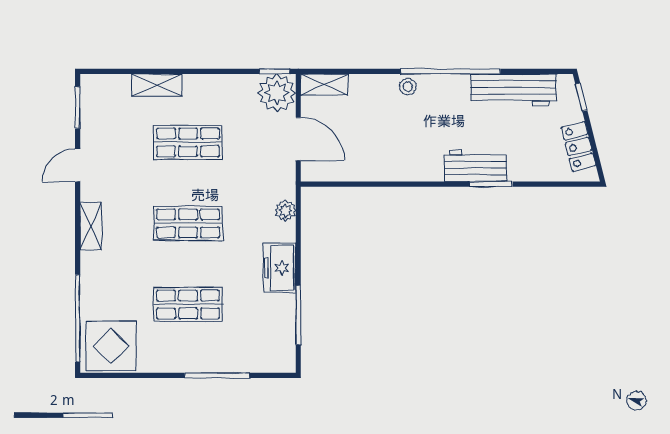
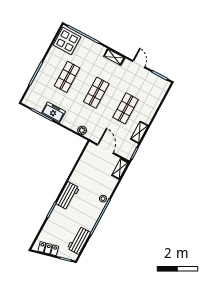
shelving: (157, 85) -> (139, 132), moved
workbench: (514, 90) -> (79, 240), width x0.73
plant: (277, 93) -> (126, 150), removed
door: (298, 139) -> (105, 149), swing flipped
workbench: (476, 166) -> (68, 196), moved
freezer: (280, 268) -> (53, 112), moved

